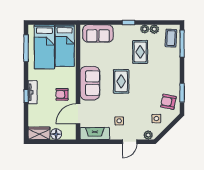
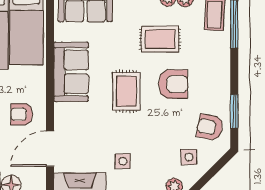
rug: (140, 52) -> (160, 39), turned 90
armchair: (148, 77) -> (173, 84), added
sofa: (90, 83) -> (71, 72), moved

